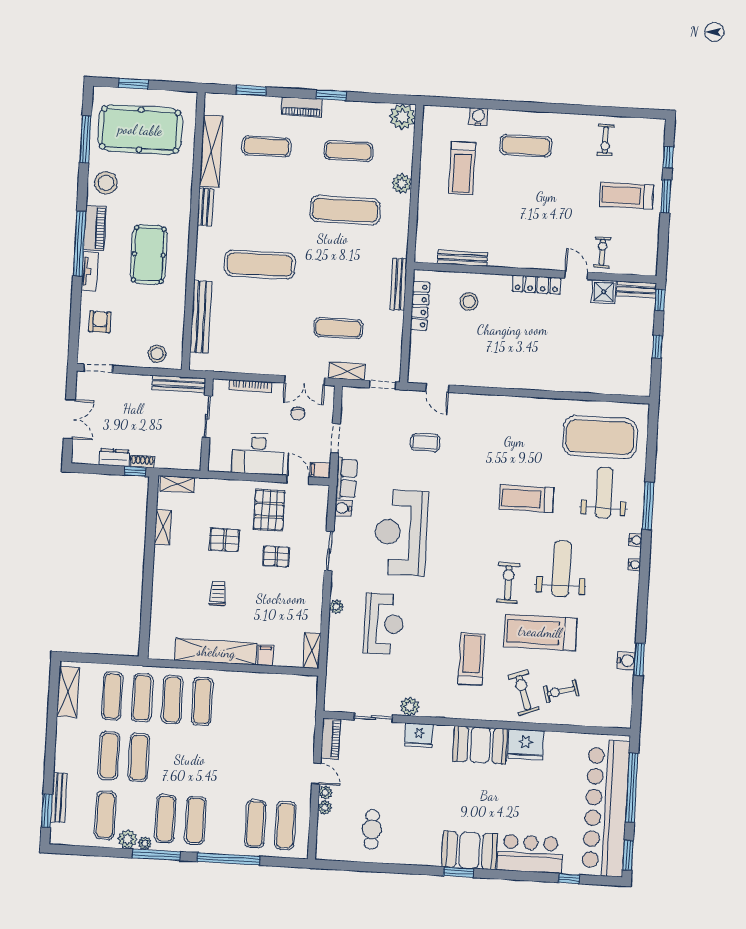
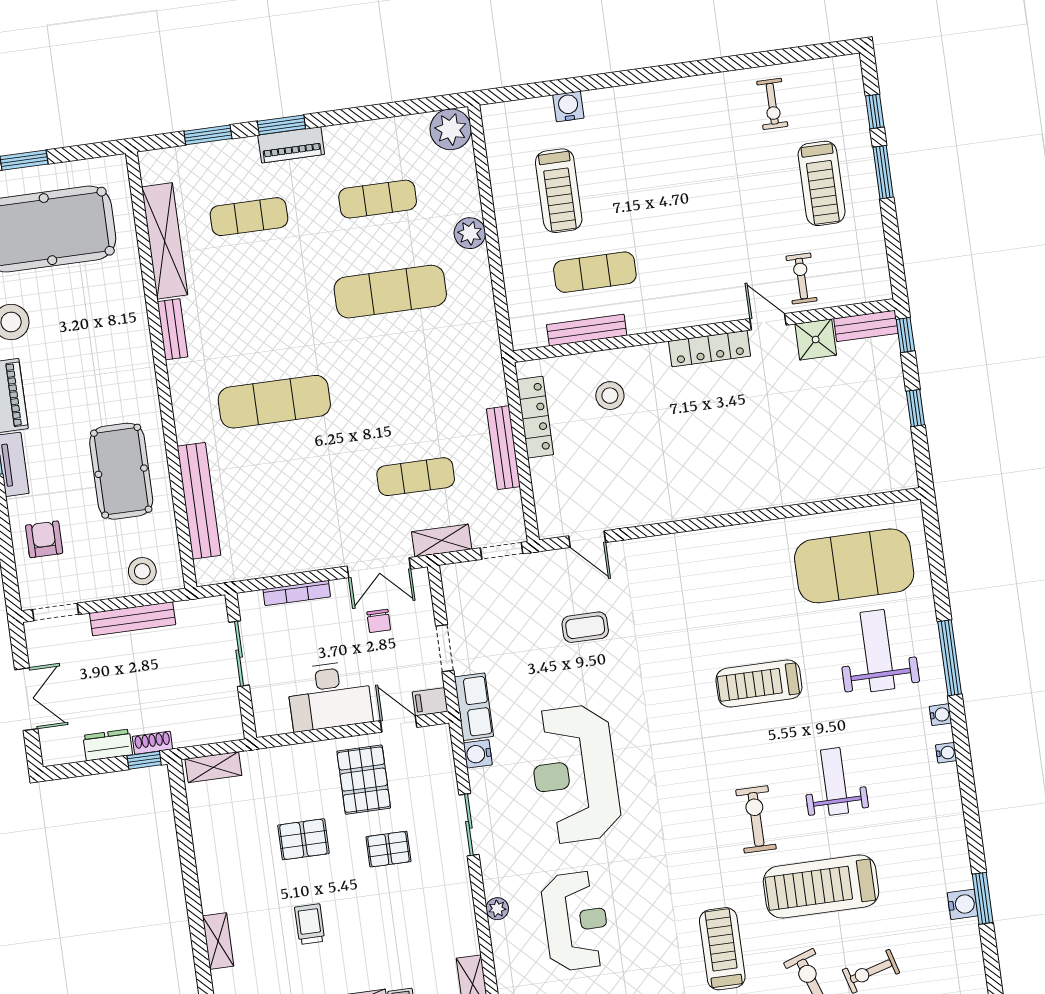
window: (331, 95) -> (281, 125), moved
exercise mat: (526, 146) -> (595, 272), moved
treadmill: (626, 196) -> (822, 183), turned -90
pool table: (149, 254) -> (121, 471), moved
bench: (399, 284) -> (503, 448), moved
bench: (179, 384) -> (133, 619), moved
shelving: (163, 527) -> (218, 941), moved
weight bench: (562, 569) -> (835, 781), width x0.73, depth x0.75

